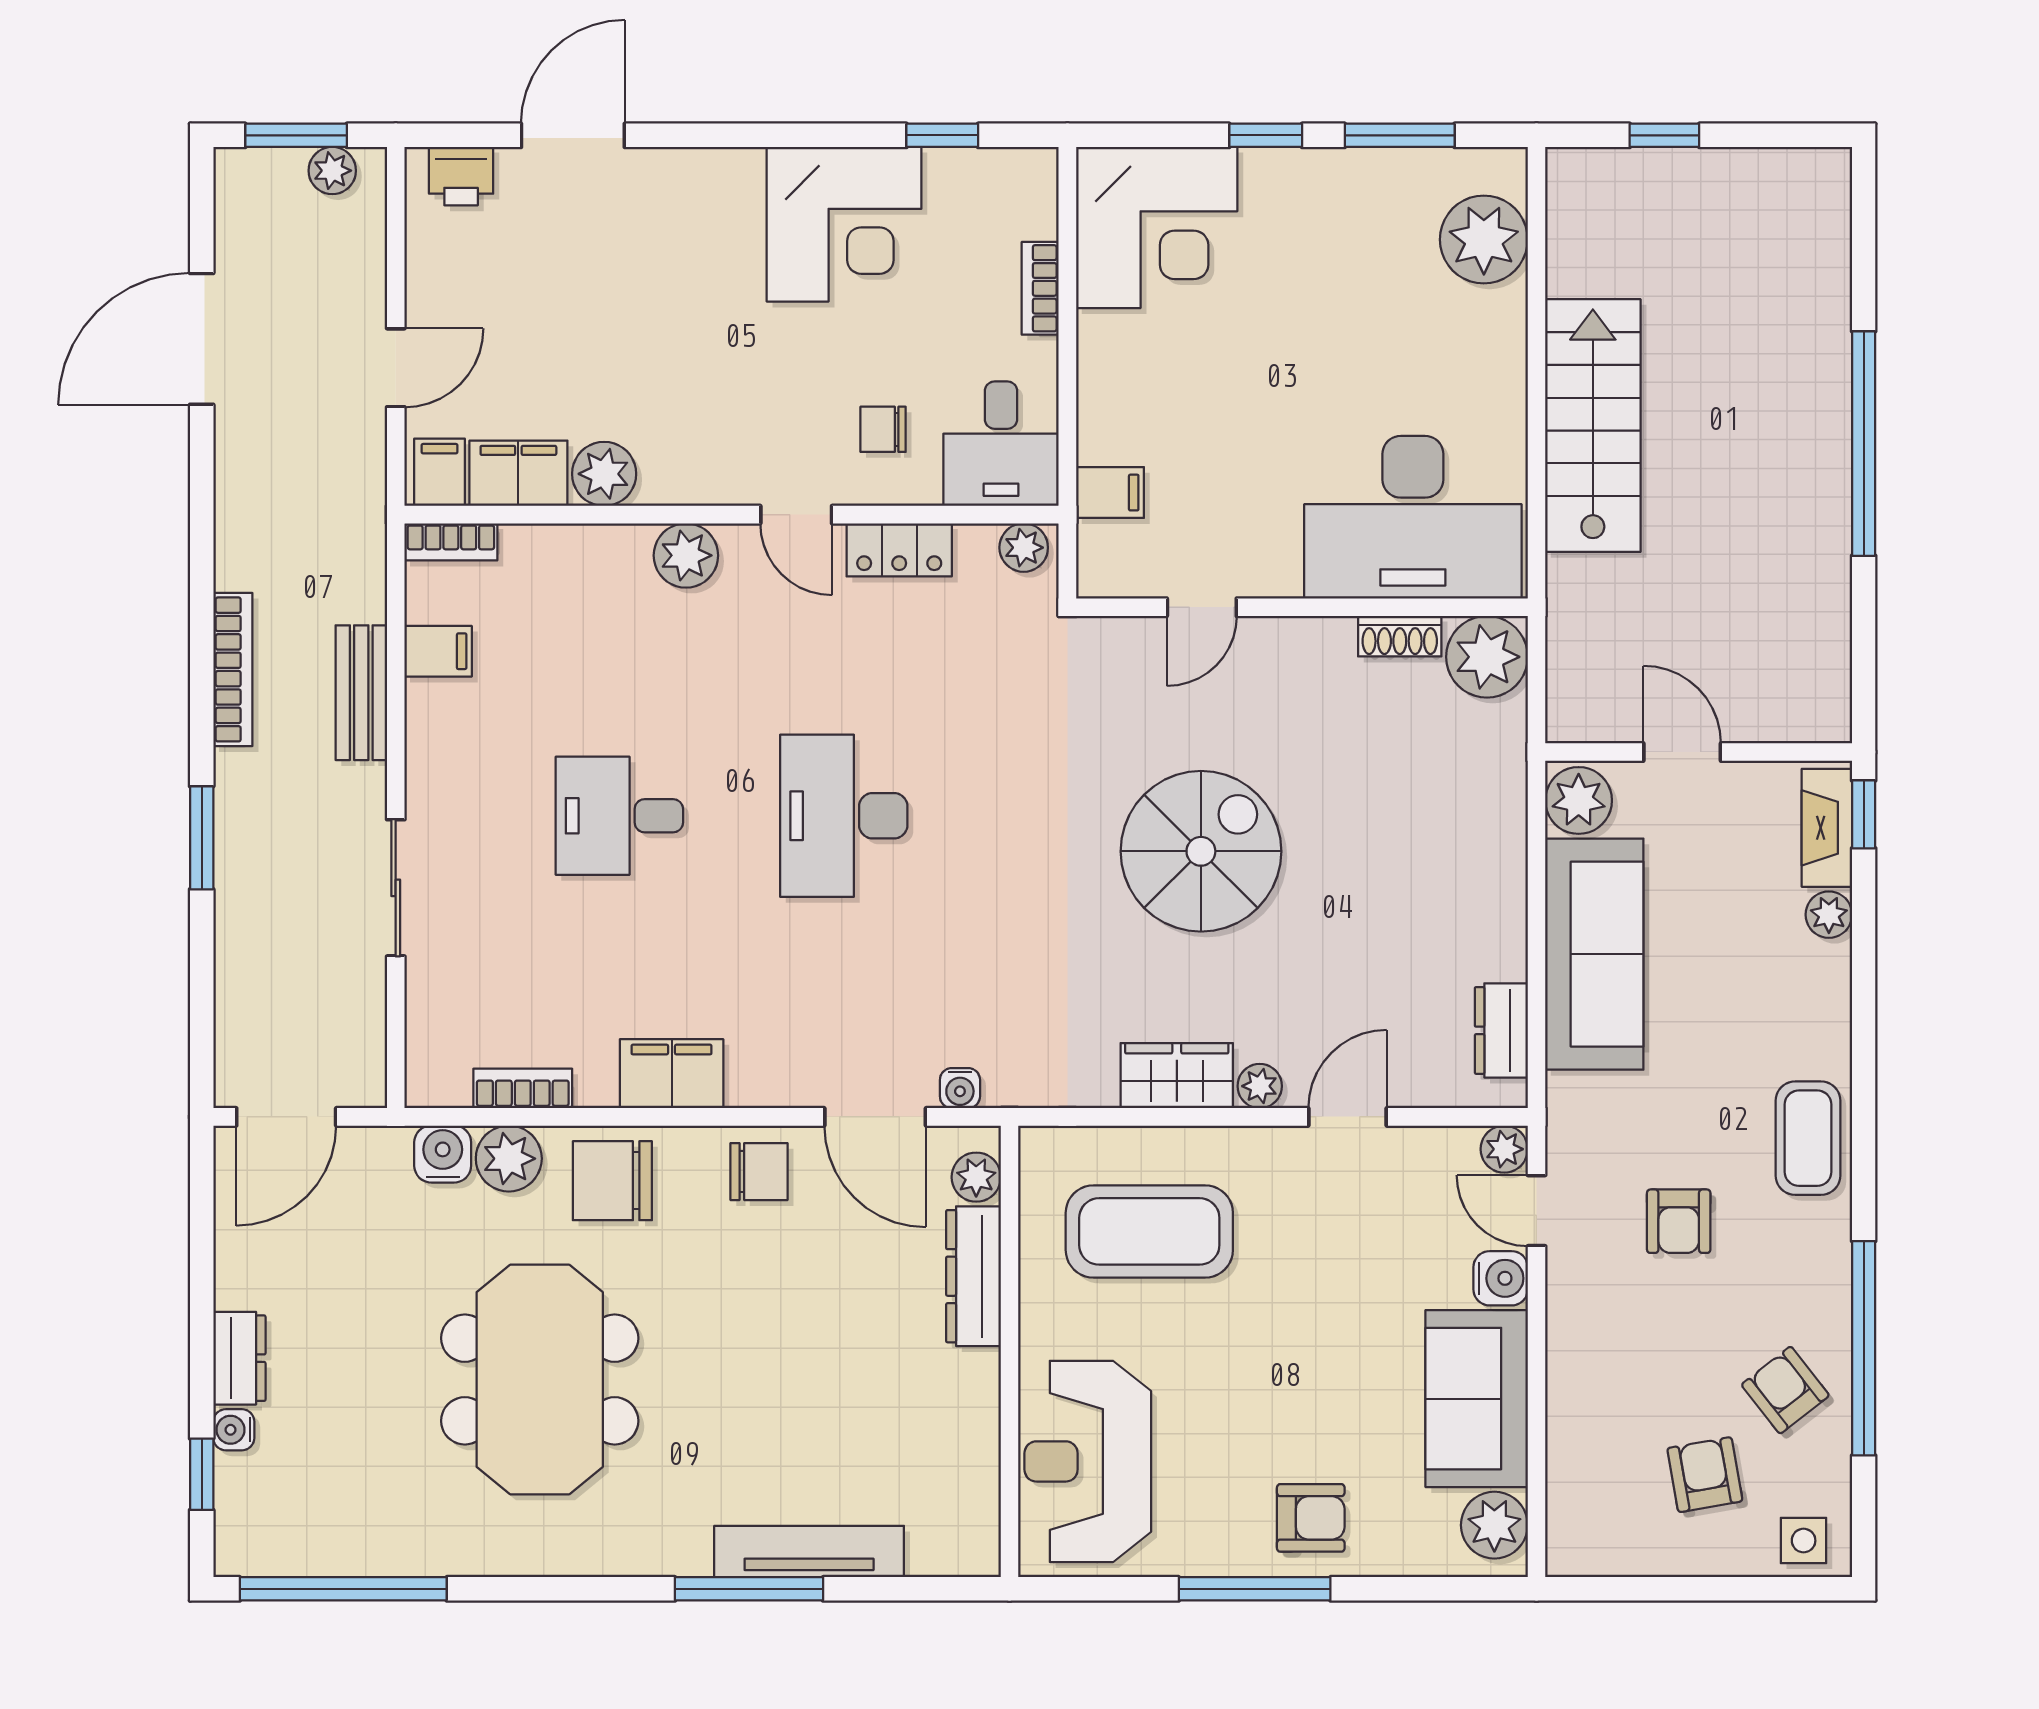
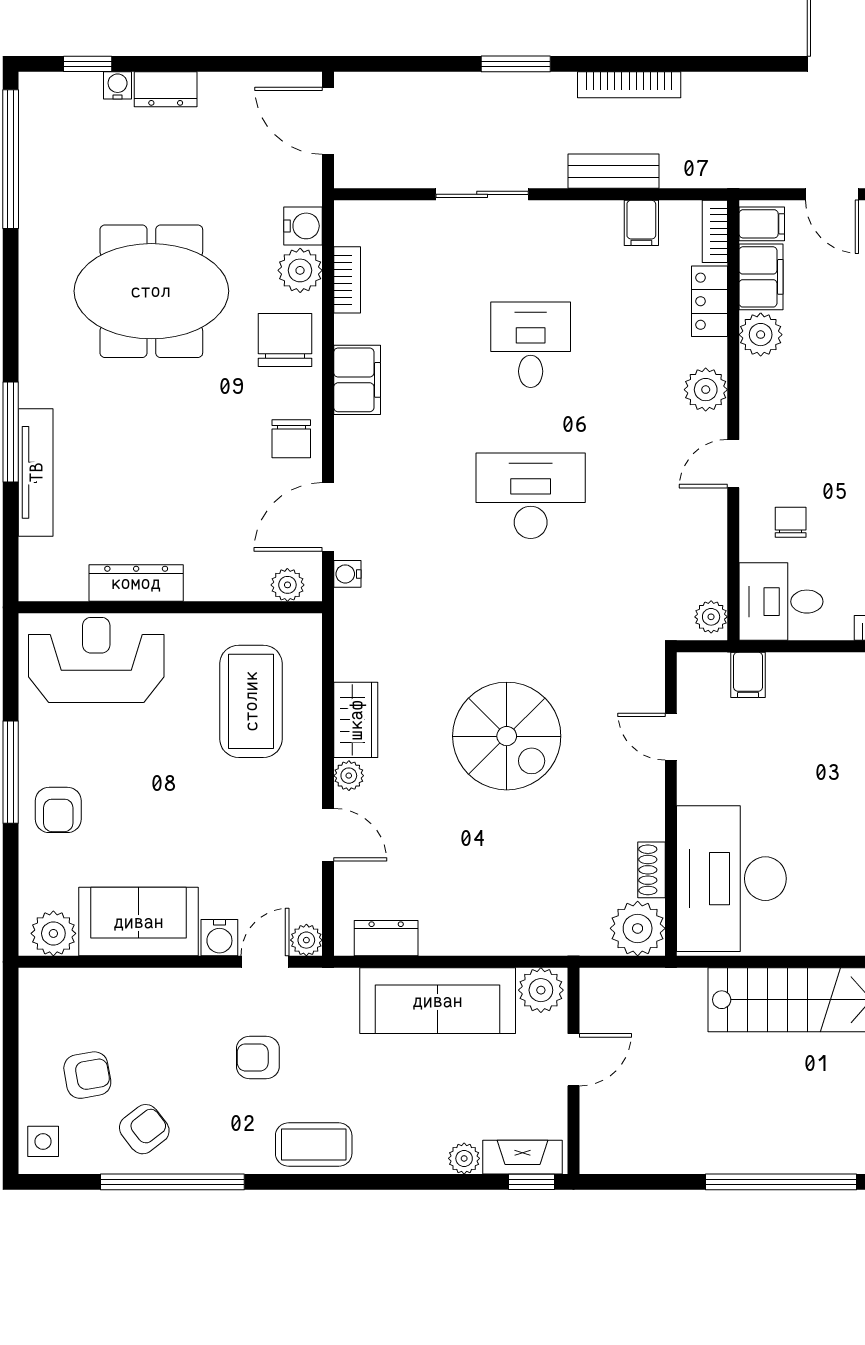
locker: (899, 550) -> (709, 301), moved
dresser: (973, 1276) -> (136, 583), moved

